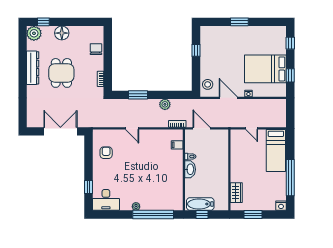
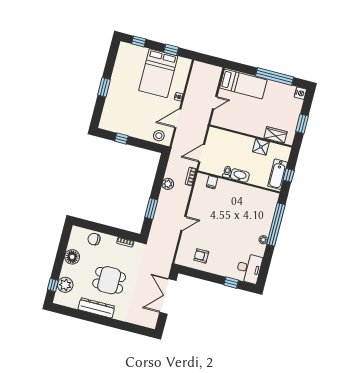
plant: (34, 33) -> (65, 285), moved
floor lamp: (62, 33) -> (72, 257), moved
shower: (222, 182) -> (261, 147), added

